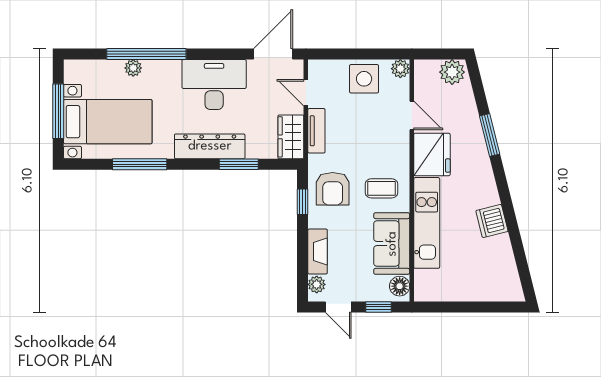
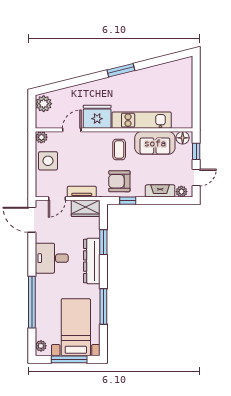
plant: (133, 68) -> (41, 346), moved
desk: (214, 85) -> (52, 258), width x0.73
window: (490, 135) -> (121, 70), moved
armchair: (333, 189) -> (119, 181), turned 180
dishwasher: (492, 221) -> (140, 78), removed

